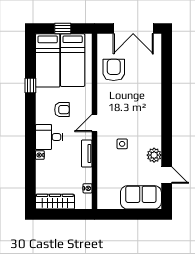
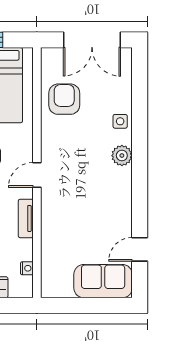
side table: (122, 144) -> (120, 121), moved
plant: (154, 155) -> (122, 156), moved
door: (167, 175) -> (140, 249), swing flipped

